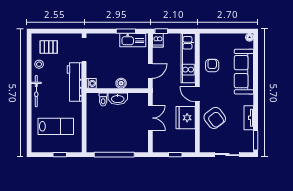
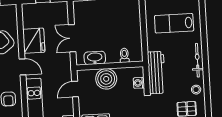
washing machine: (91, 83) -> (139, 83), moved
boiler: (121, 83) -> (106, 79), width x1.86, depth x1.86
washbasin: (118, 99) -> (95, 58), moved

